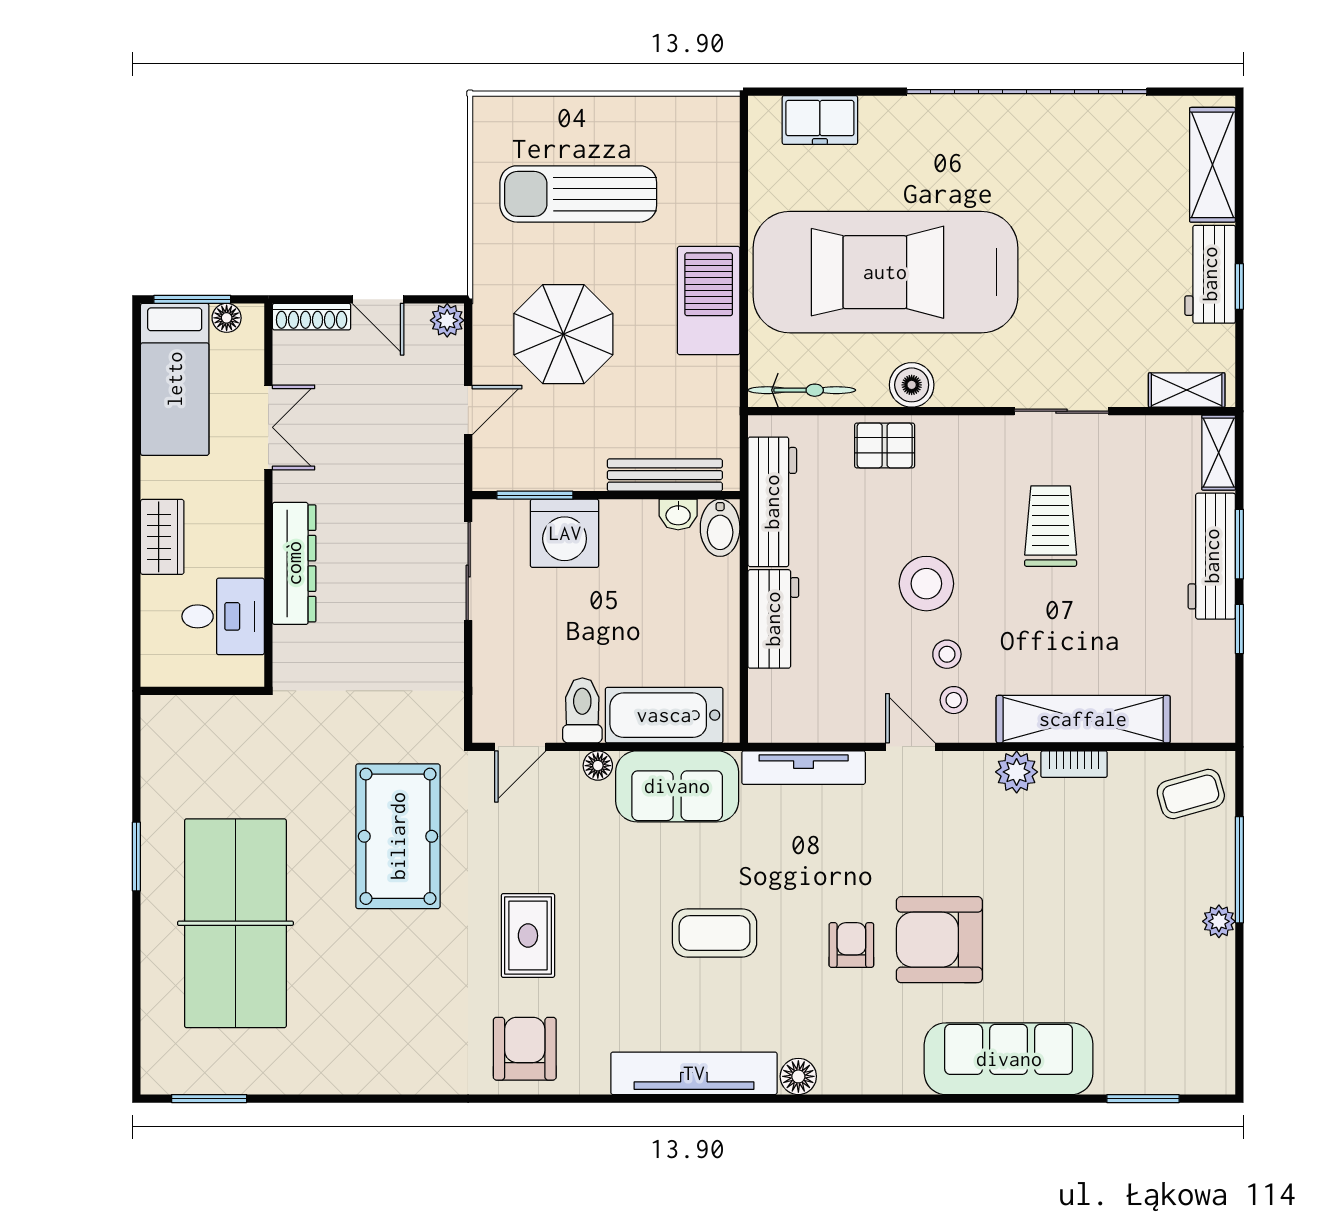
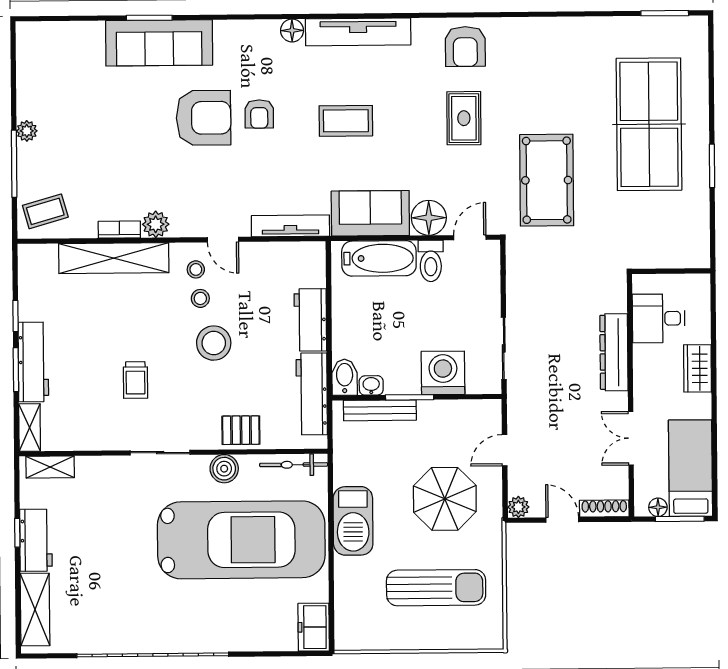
freezer: (820, 120) -> (314, 627), moved, turned -90
sliding door: (1061, 411) -> (160, 453), moved
window: (535, 495) -> (410, 397), moved
trolley: (1051, 526) -> (135, 380), width x0.73, depth x0.72
floor lamp: (598, 766) -> (429, 218), width x1.89, depth x1.89
window: (1143, 1099) -> (149, 18), moved

